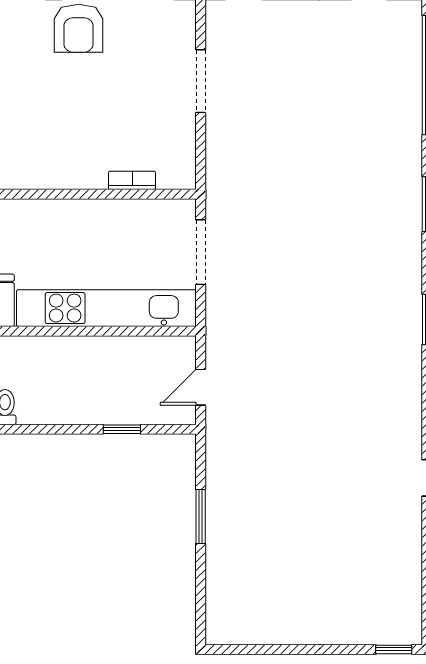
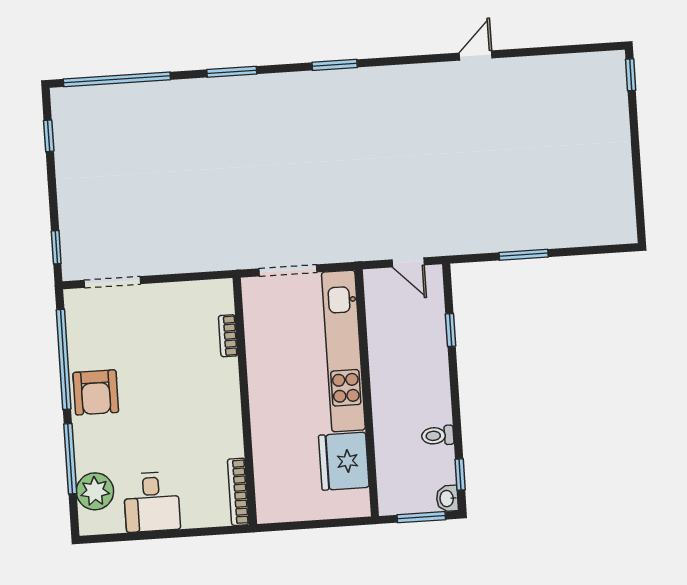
armchair: (79, 28) -> (96, 392), turned 90
doorway: (201, 81) -> (112, 282), moved

